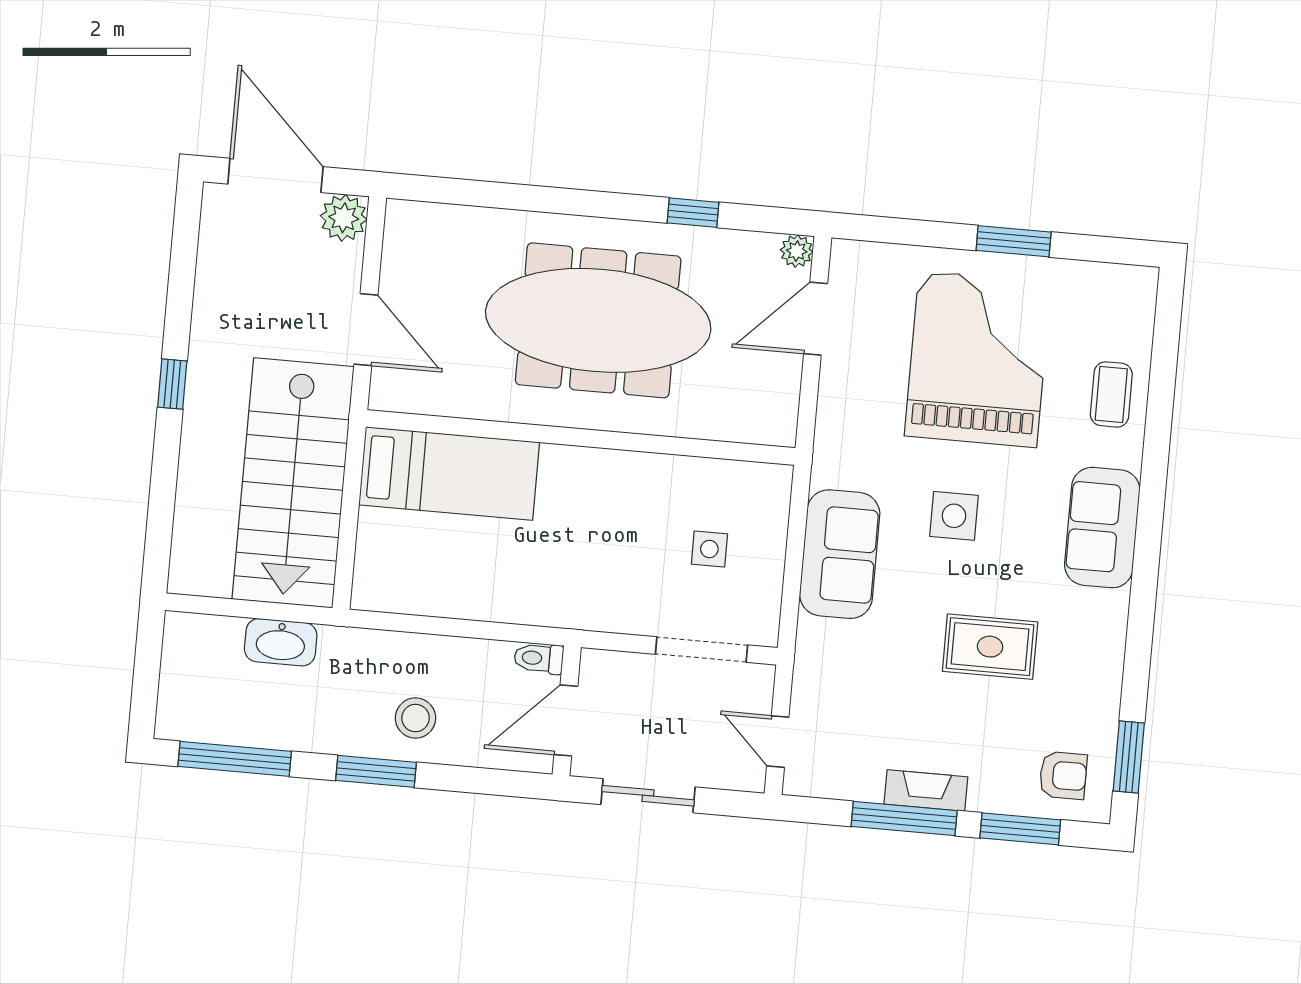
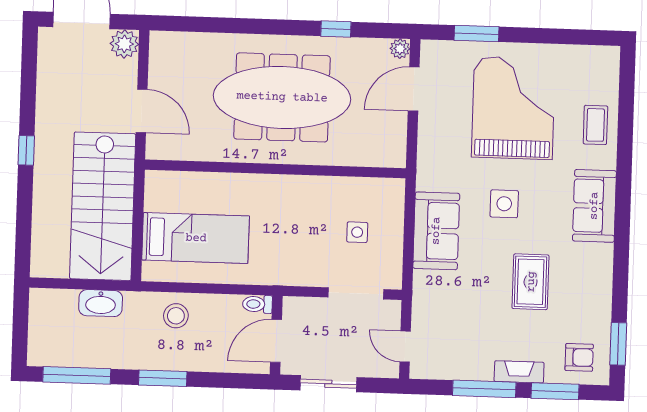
window: (1014, 241) -> (477, 34), moved
bed: (449, 474) -> (196, 238), moved
rug: (990, 647) -> (531, 282), turned 90
stool: (416, 718) -> (176, 316), moved
fireplace: (926, 791) -> (519, 372), moved

